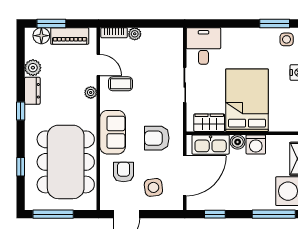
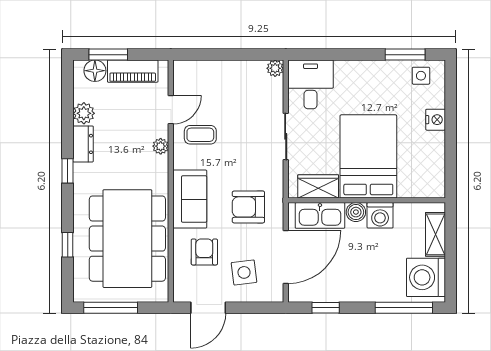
bookcase: (114, 33) -> (192, 67), removed
plant: (135, 34) -> (275, 68), moved
door: (98, 65) -> (171, 110), hinge flipped

